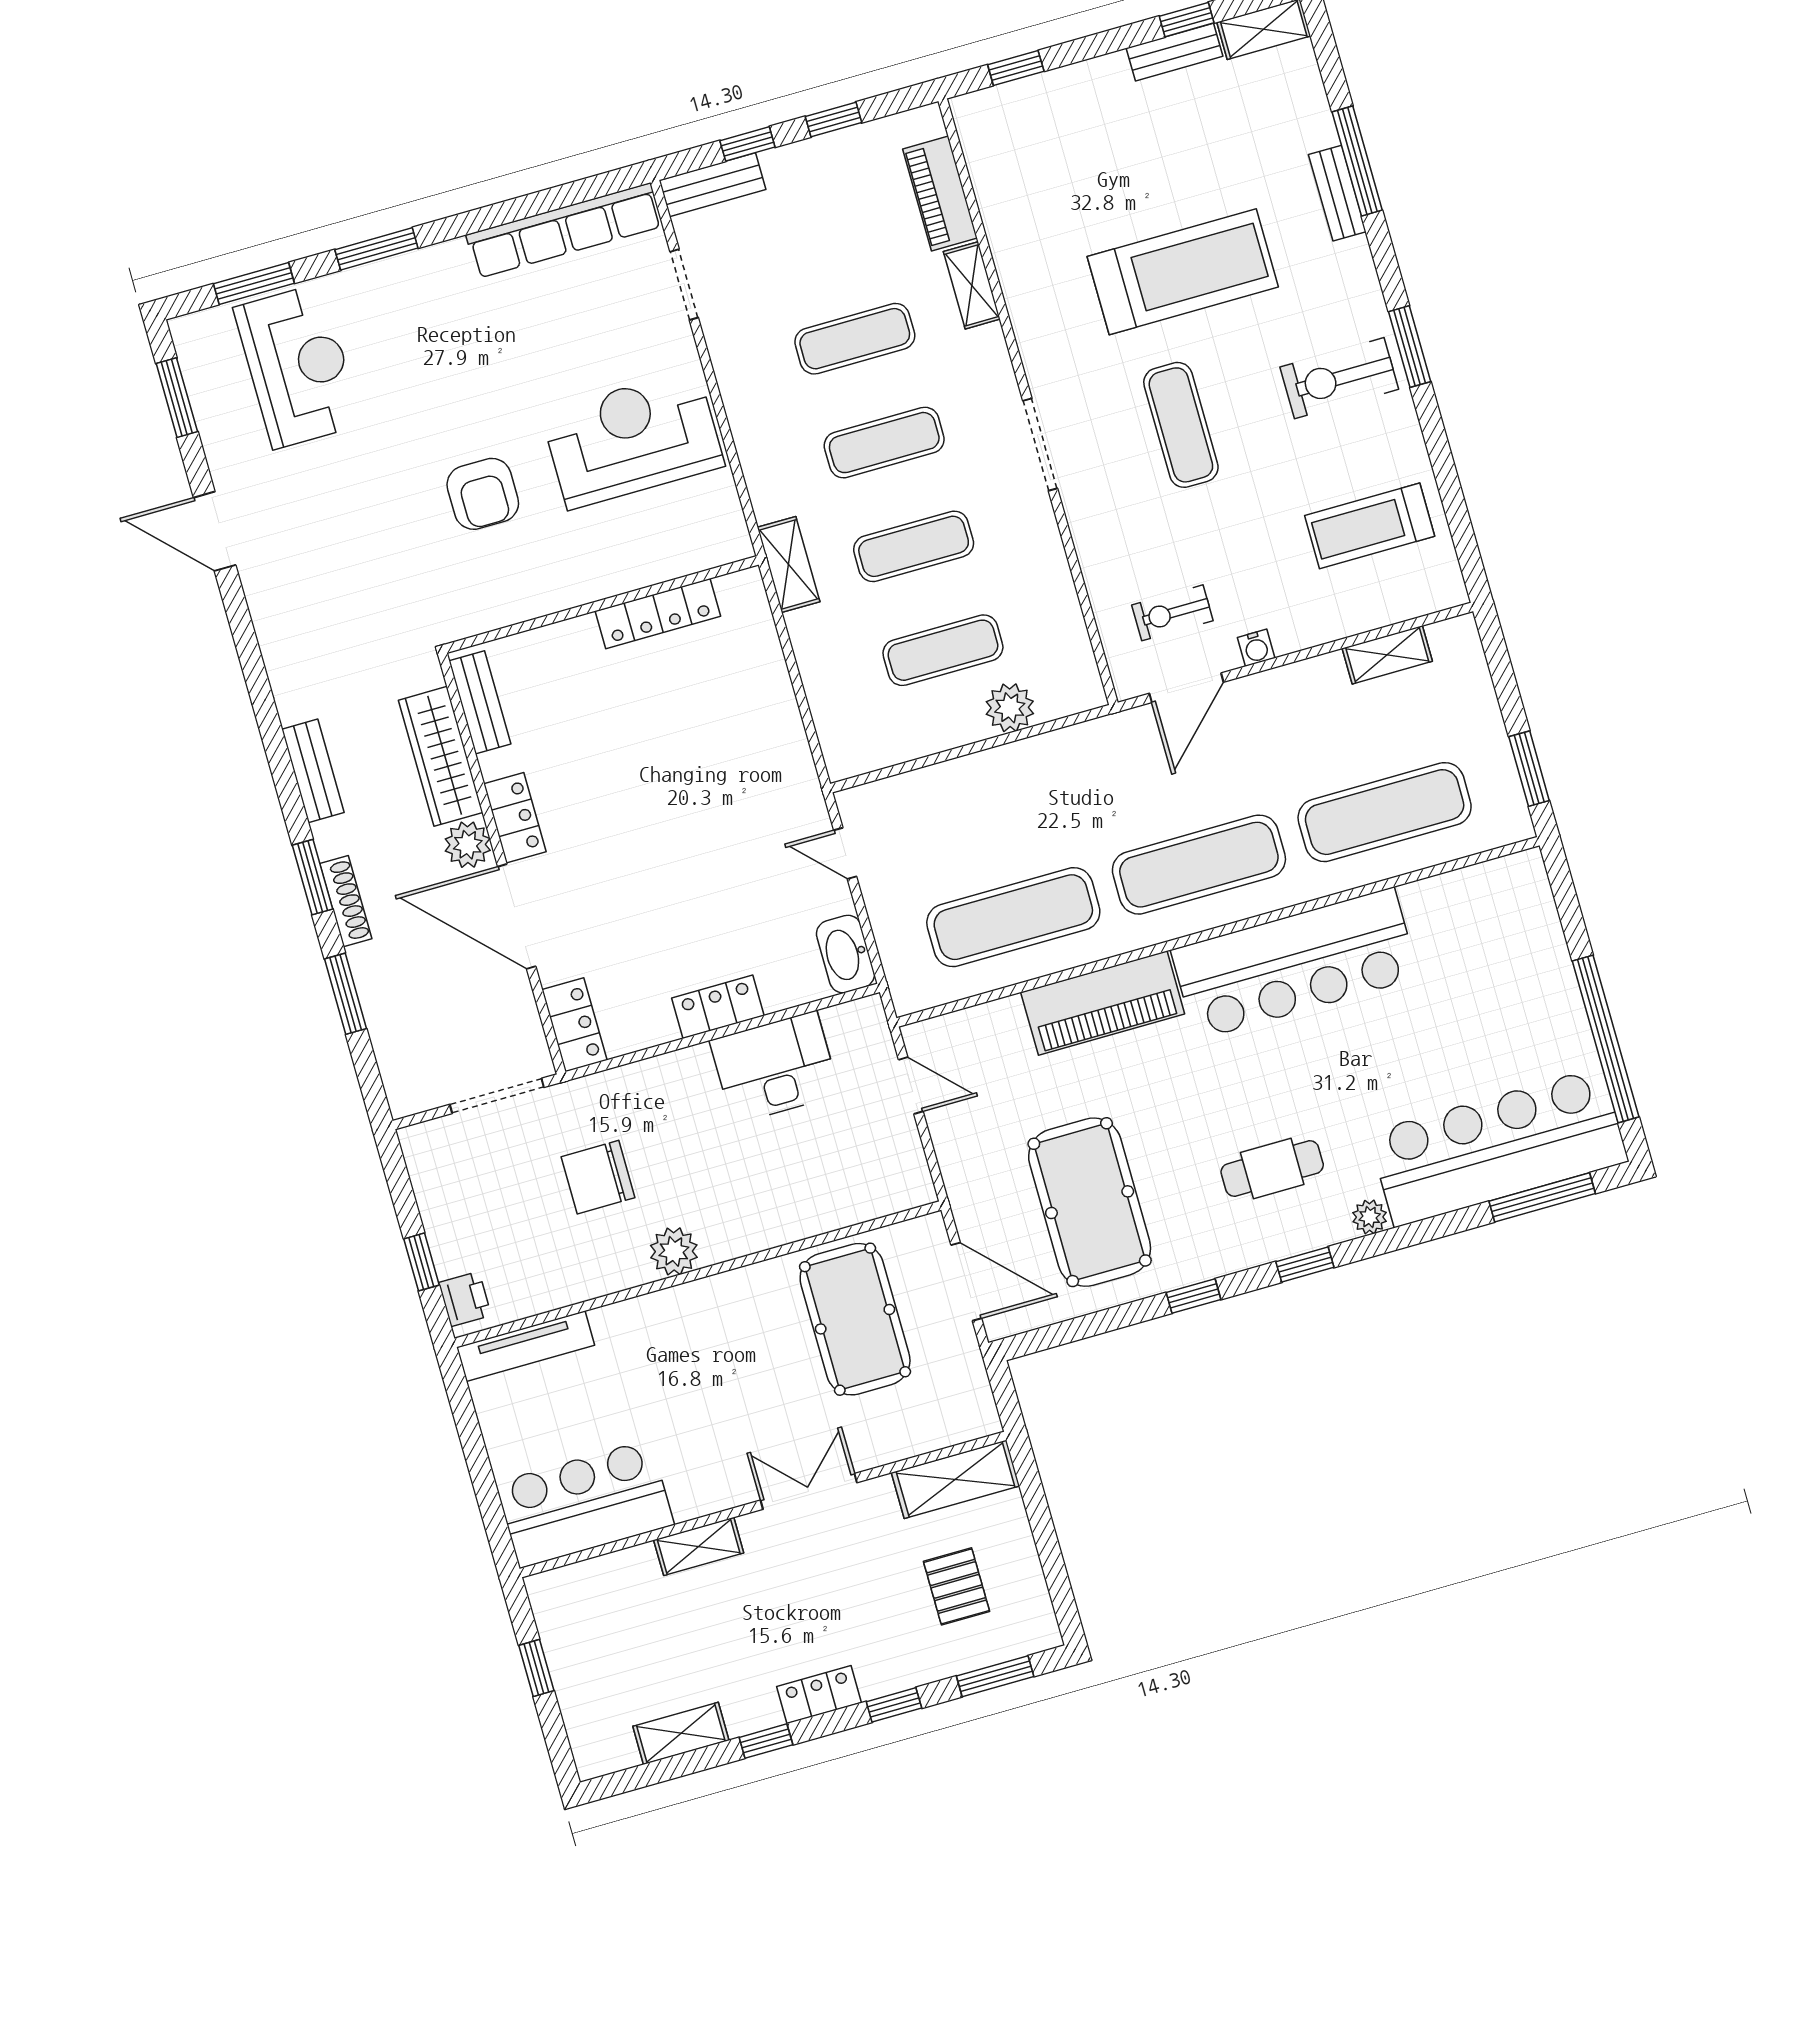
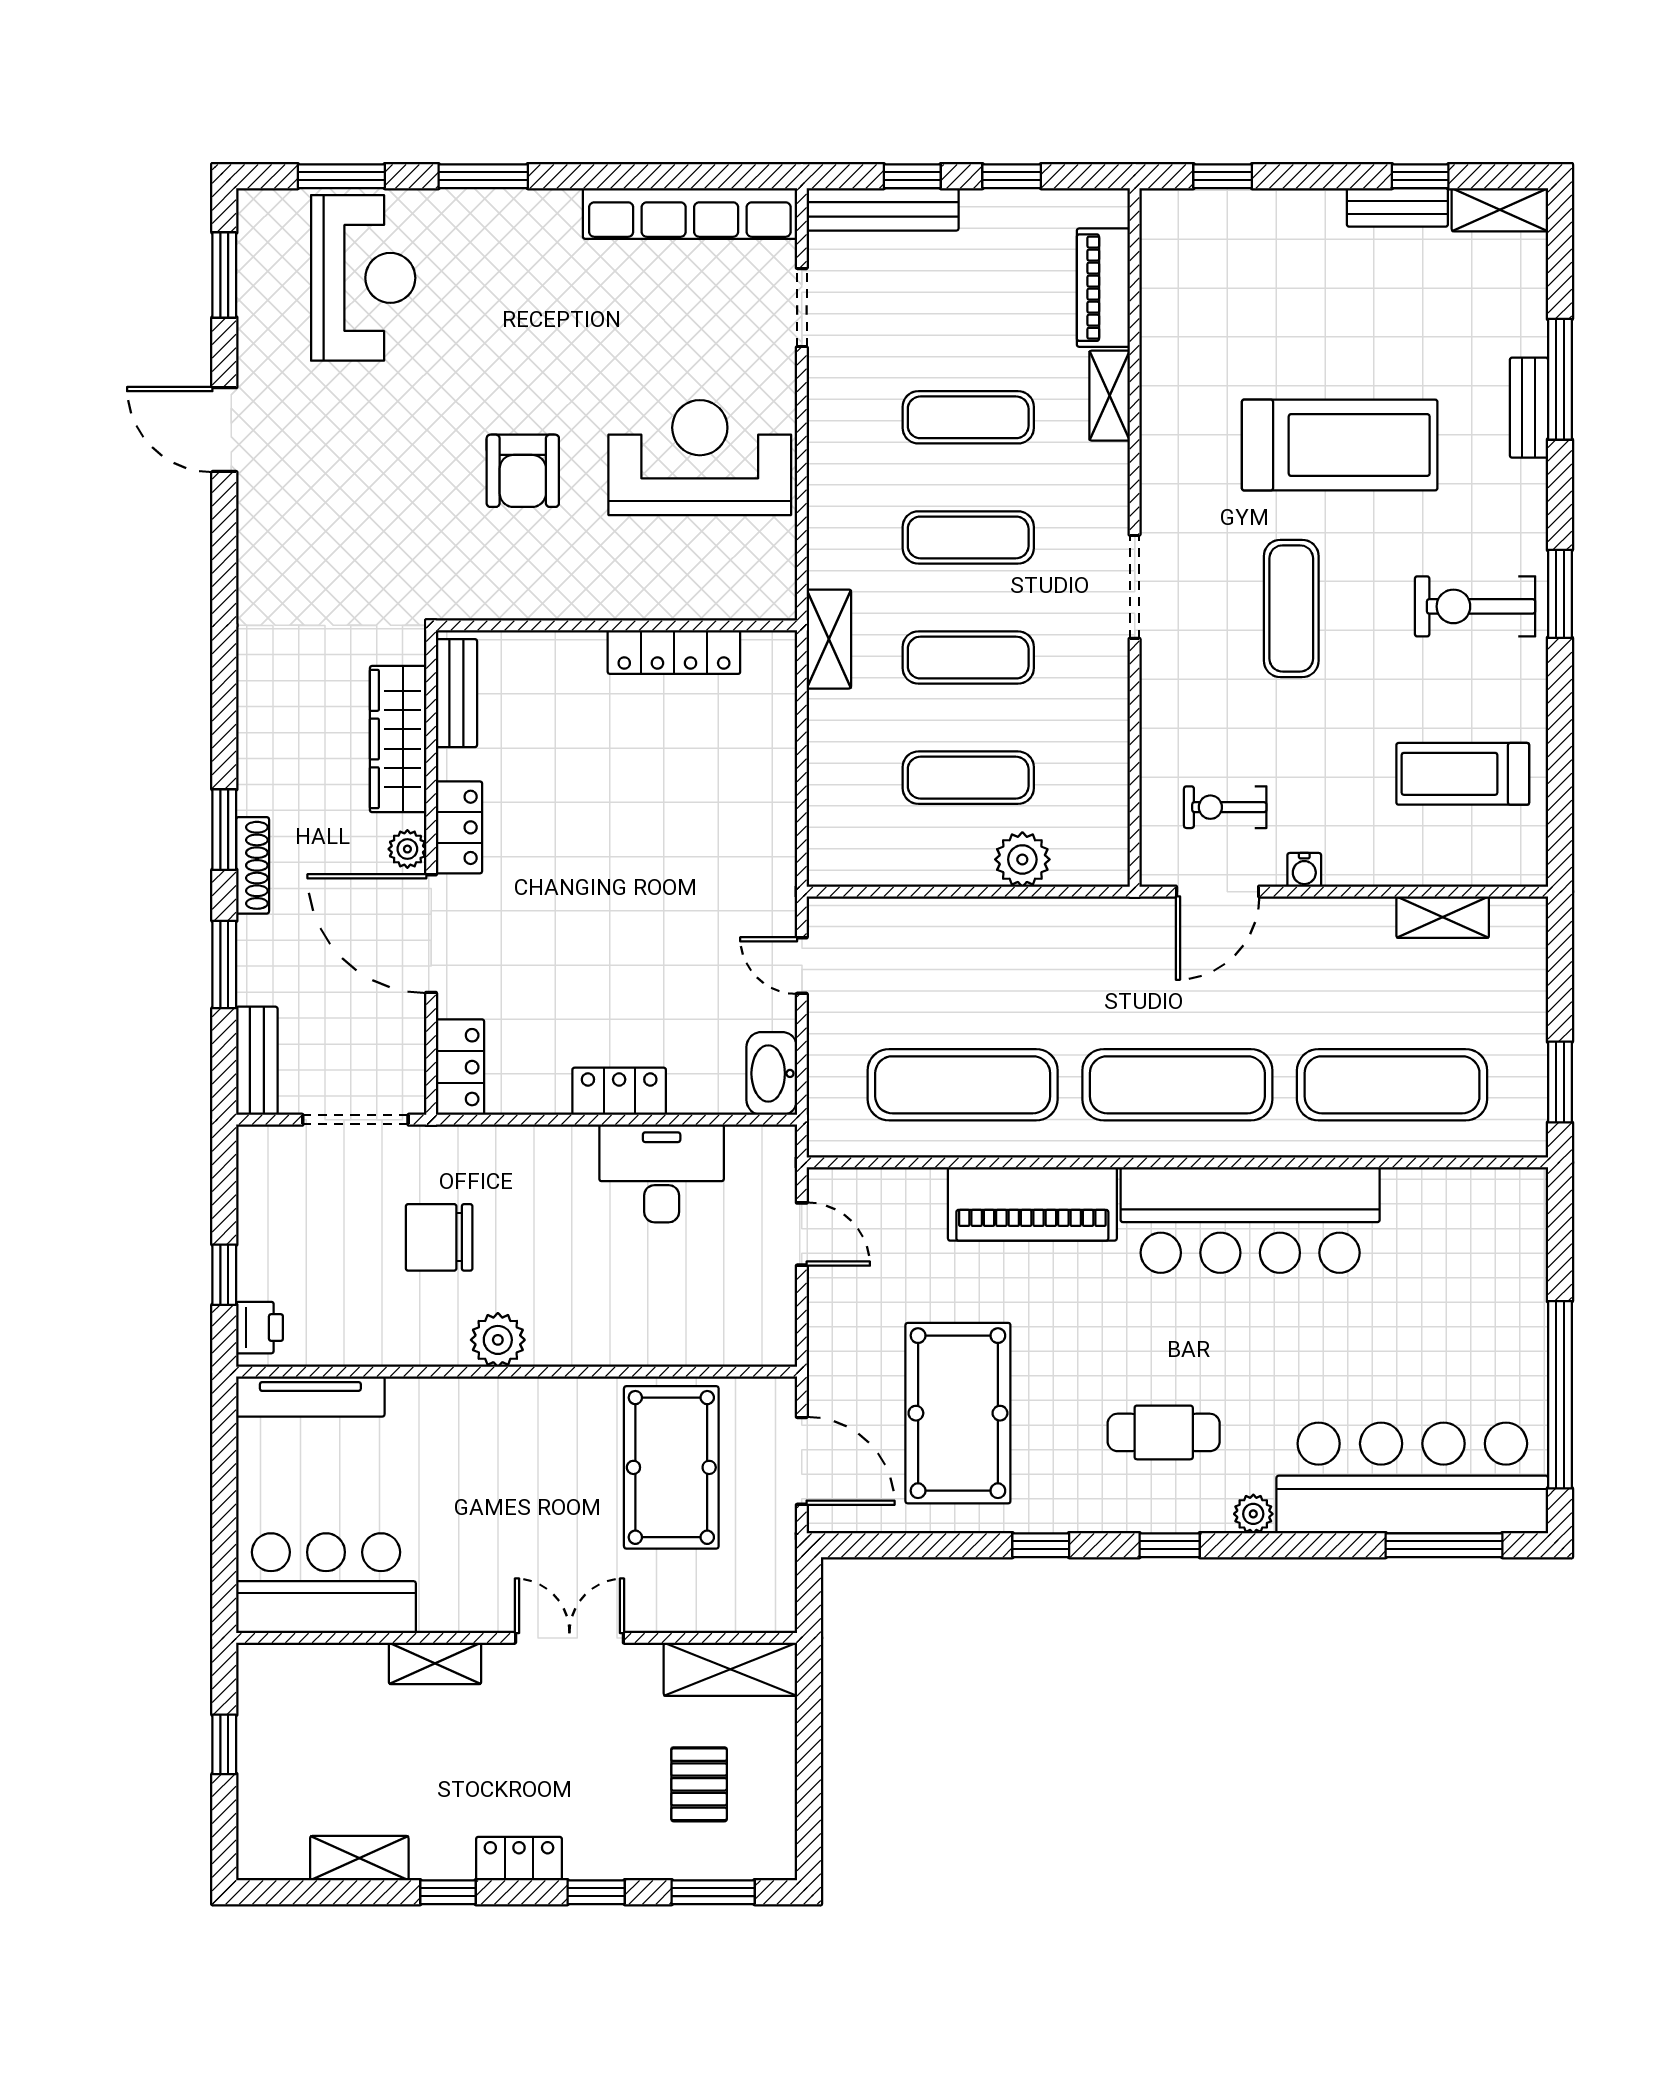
bench: (712, 185) -> (883, 209), width x1.36
bench: (313, 771) -> (257, 1061), moved
plant: (468, 845) -> (407, 849), width x0.73, depth x0.73

